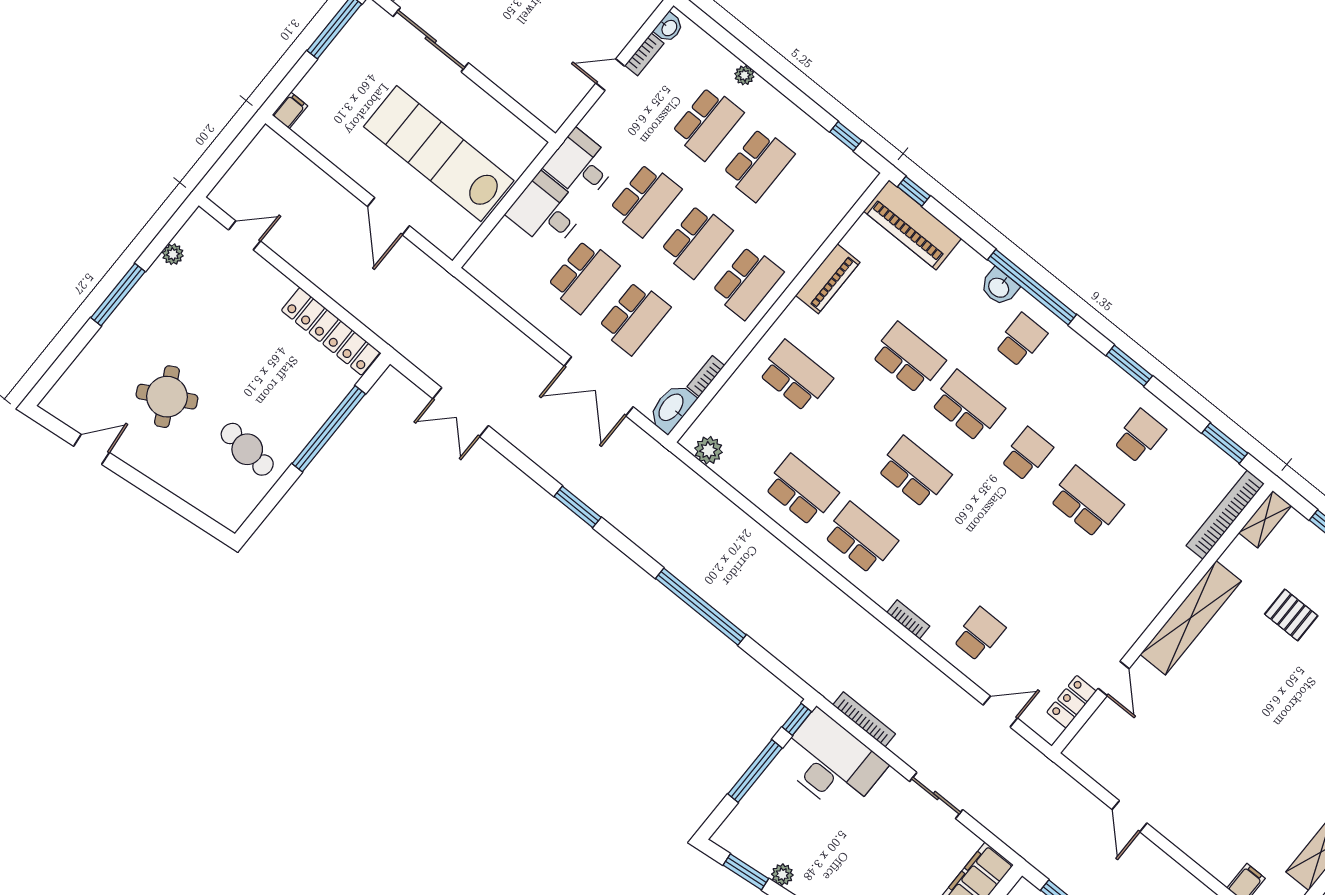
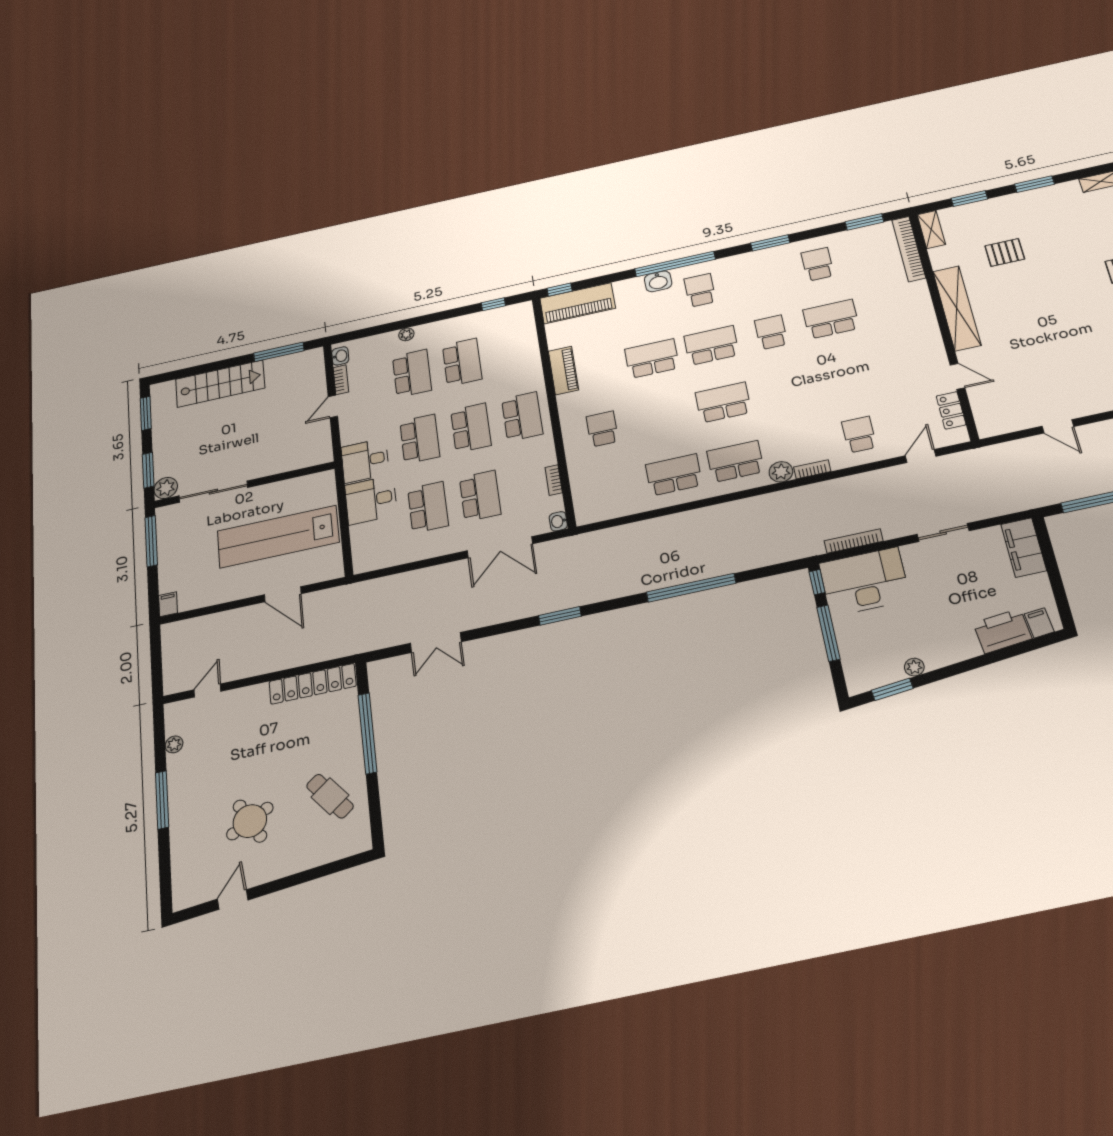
school desk: (795, 376) -> (602, 429), width x0.54
washbasin: (672, 408) -> (558, 521), width x0.52, depth x0.69
cafe table: (247, 449) -> (330, 796), turned 46
plant: (708, 450) -> (781, 472), moved

